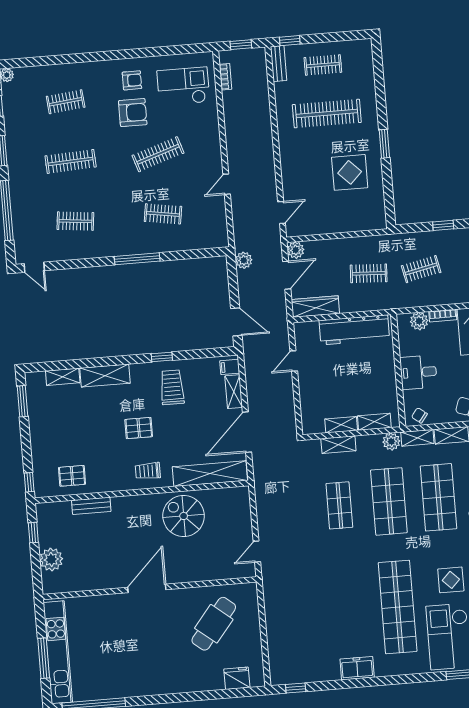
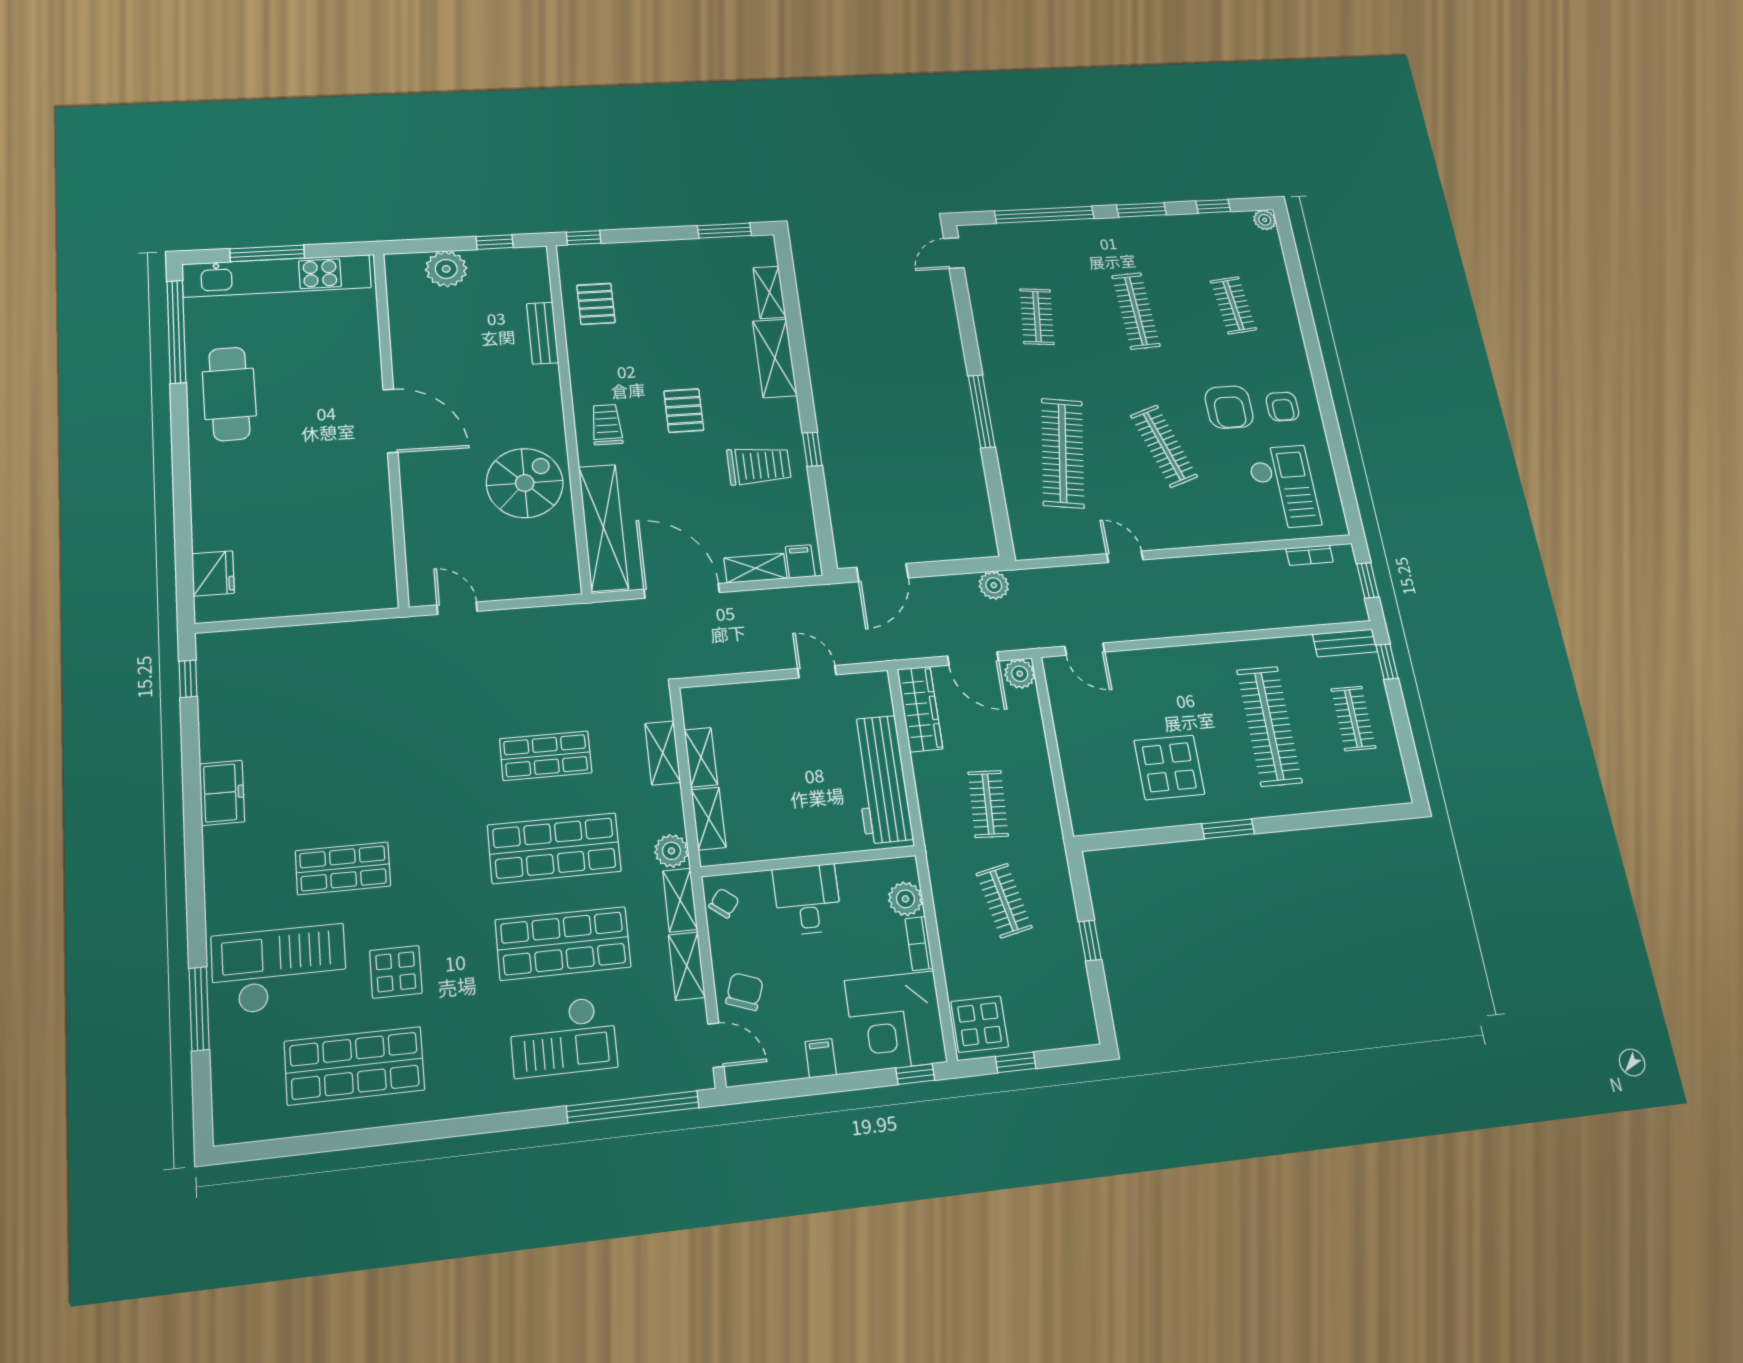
clothes rail: (163, 214) -> (1063, 453), width x1.86, depth x1.31
shop shelf: (398, 607) -> (343, 868), width x0.50, depth x0.74
cafe table: (214, 624) -> (229, 394), moved, turned 50

